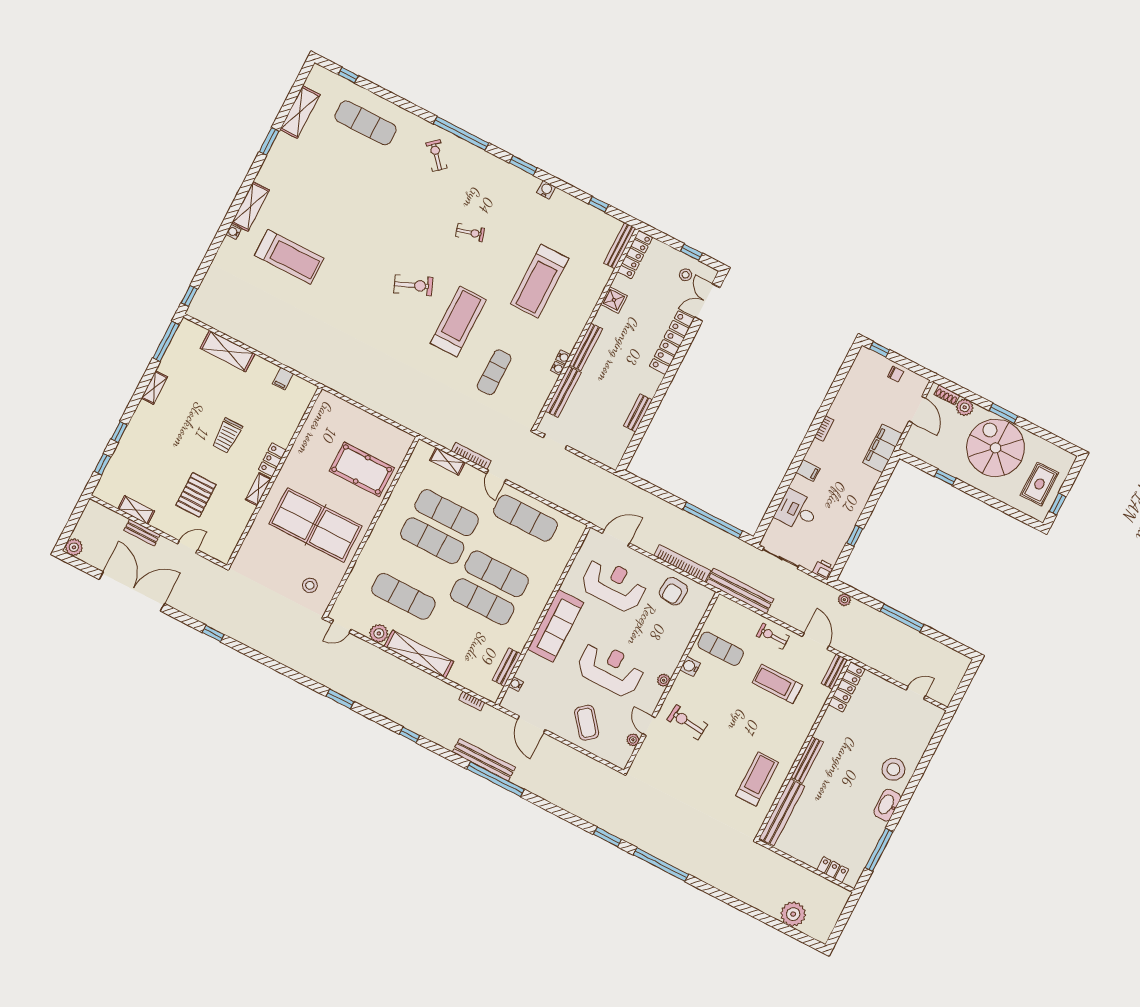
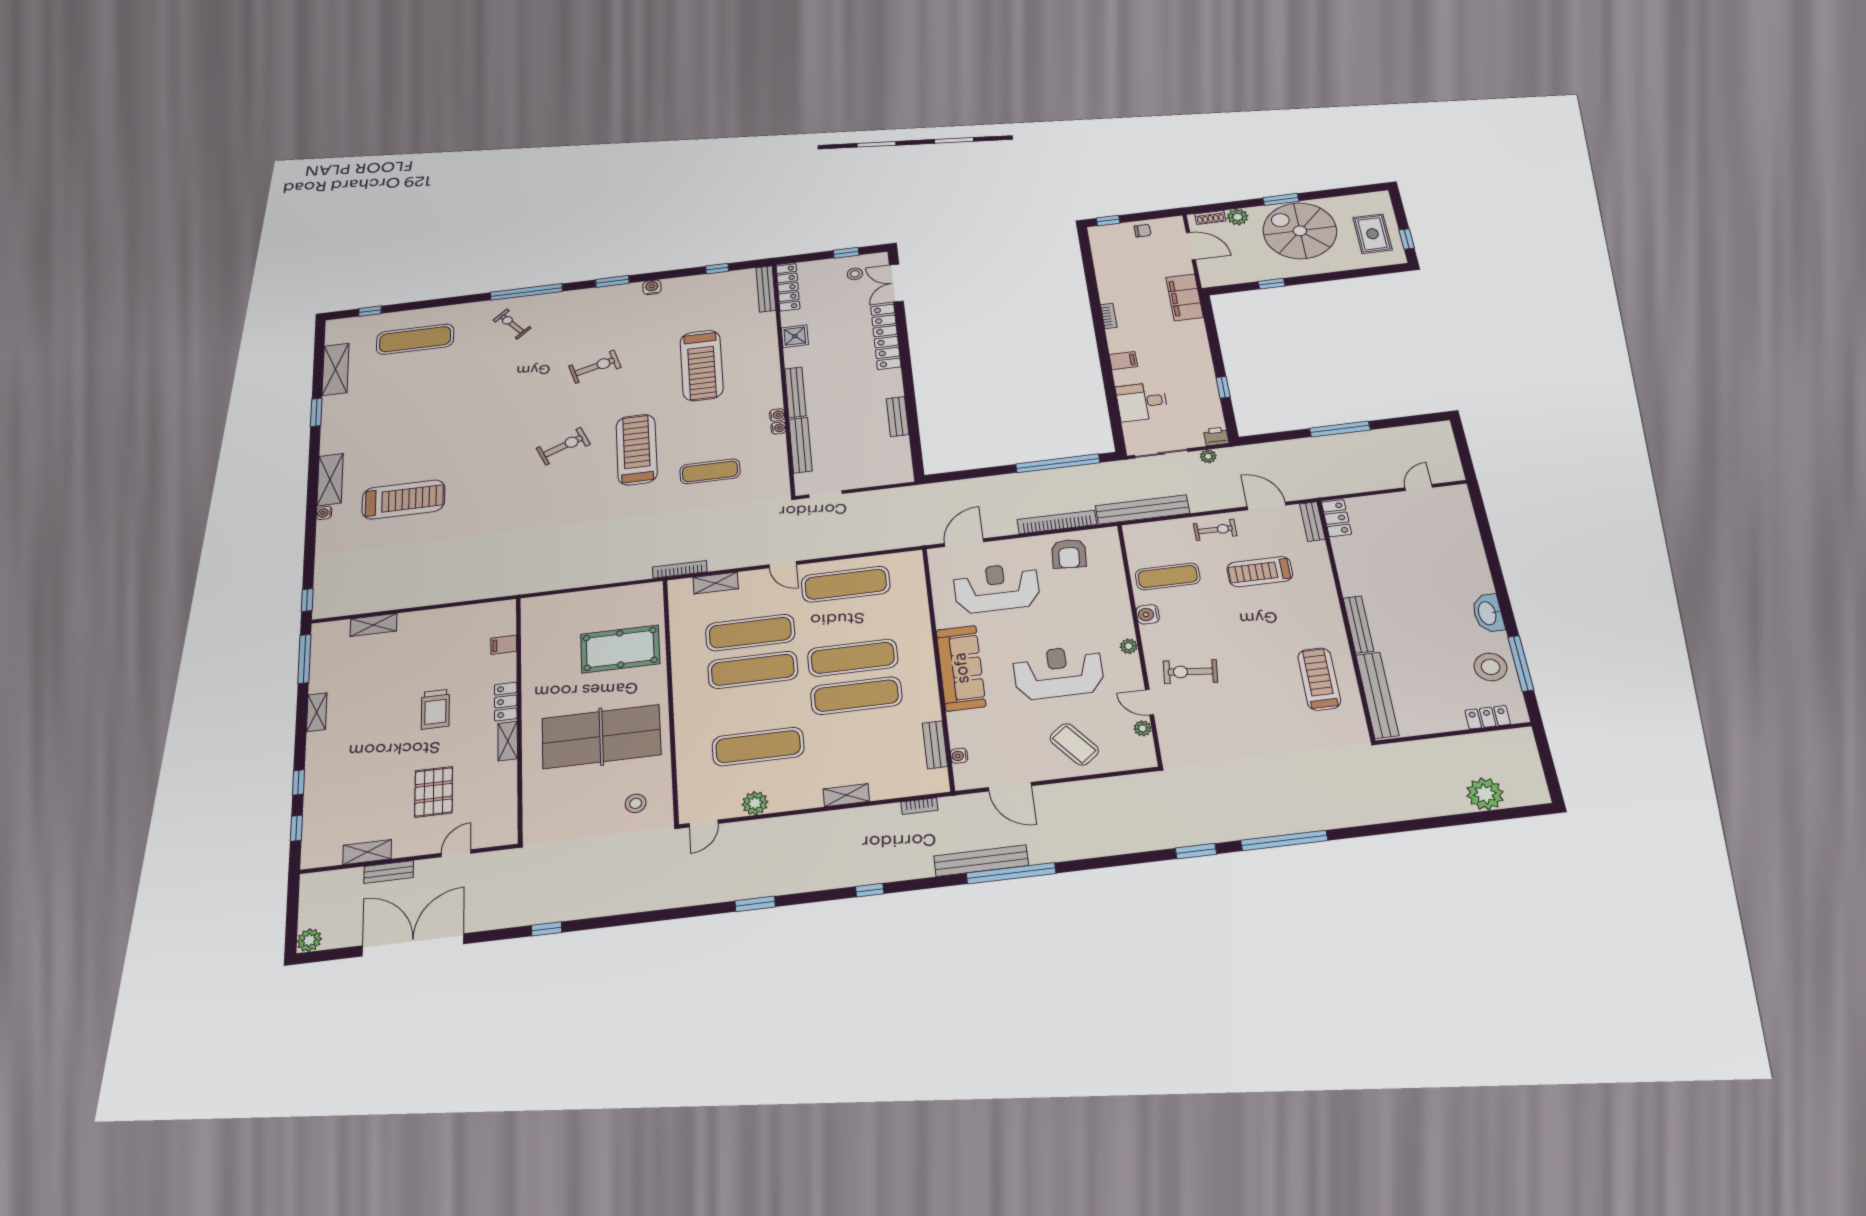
exercise bike: (470, 232) -> (595, 367), width x1.38, depth x1.39
shelving: (228, 351) -> (374, 625), width x0.67, depth x0.75
exercise mat: (494, 372) -> (710, 471), turned 90
filing cabinet: (283, 379) -> (504, 645), moved, turned 90
bookcase: (471, 456) -> (680, 569), moved
plant: (844, 600) -> (1208, 456), moved
exercise bike: (773, 636) -> (1215, 530), turned 180
shelving: (419, 654) -> (846, 795), width x0.45, depth x0.75
locker: (847, 687) -> (1336, 518), width x0.66
stool: (893, 769) -> (1490, 667), moved

